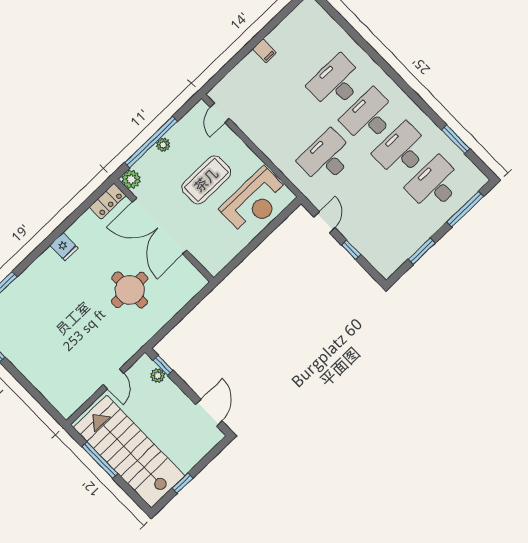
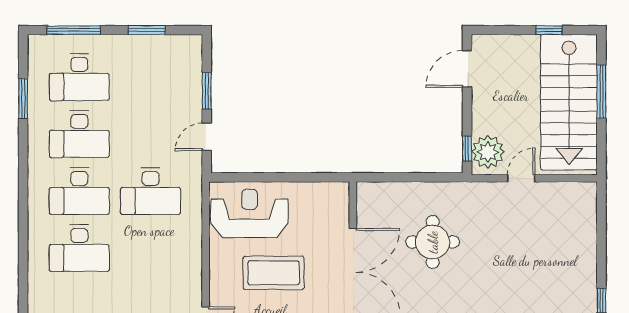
window: (351, 250) -> (207, 91), width x1.50
plant: (158, 376) -> (488, 152), width x1.88, depth x1.88
window: (100, 460) -> (601, 92), moved

